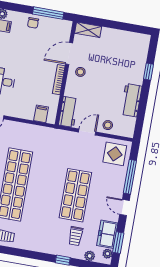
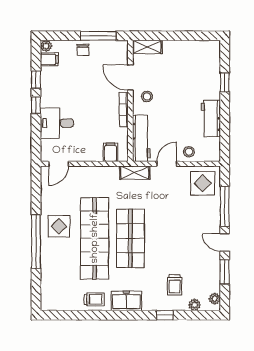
door: (69, 53) -> (130, 78), hinge flipped
workbench: (68, 112) -> (141, 138), width x1.38
shelving: (59, 135) -> (135, 173), added
shop shelf: (75, 195) -> (130, 238), moved
freezer: (107, 234) -> (126, 301), moved, turned 90
window: (118, 243) -> (225, 272), moved

